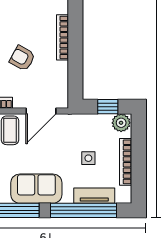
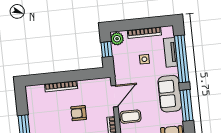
armchair: (22, 58) -> (79, 113), turned 61
door: (41, 111) -> (115, 96), hinge flipped

